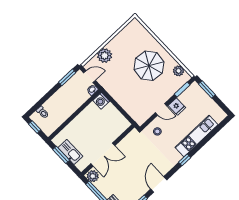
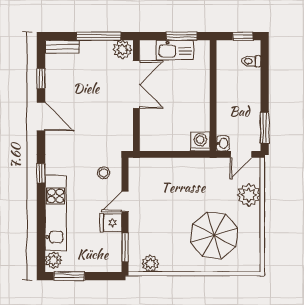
parasol: (149, 66) -> (214, 235), moved
window: (207, 89) -> (69, 276), moved
plant: (219, 117) -> (53, 260), added
double door: (103, 155) -> (136, 85), swing flipped

